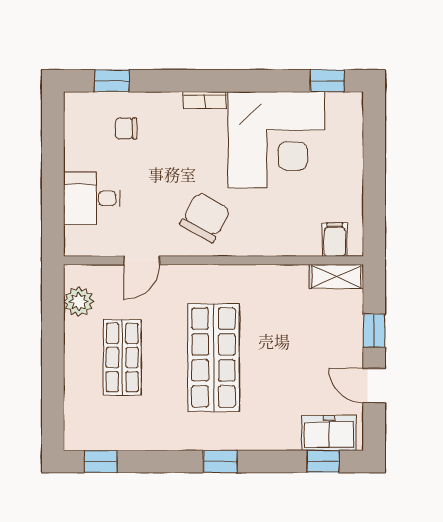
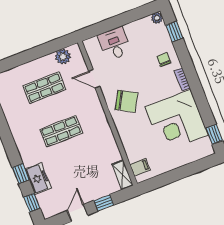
plant: (75, 103) -> (157, 18), added
chair: (126, 128) -> (164, 59), moved
shop shelf: (213, 358) -> (61, 131), width x0.70, depth x0.74
freezer: (329, 433) -> (38, 179), moved
window: (220, 461) -> (21, 174), moved

